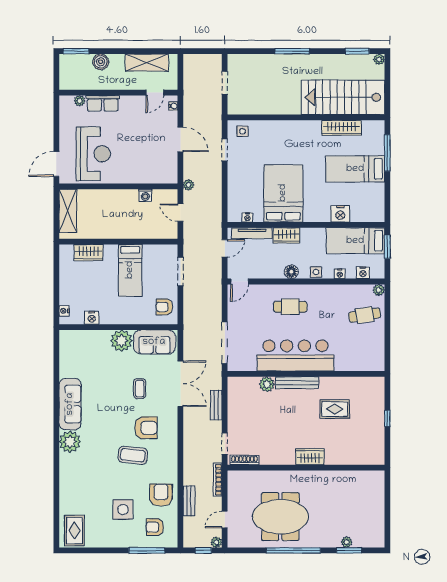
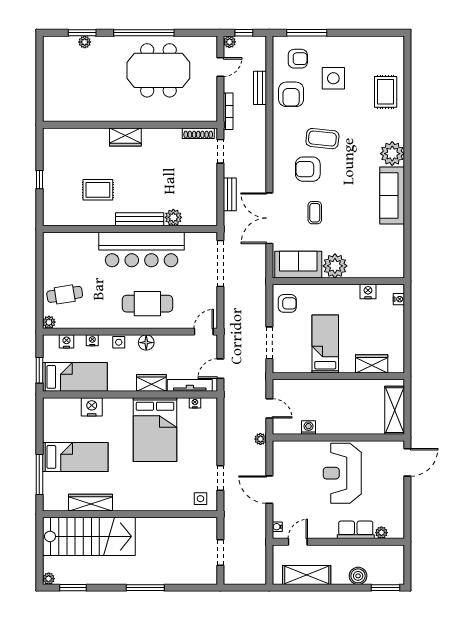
reception desk: (93, 154) -> (342, 473), moved
cafe table: (290, 307) -> (147, 304), width x1.37, depth x1.35
rug: (74, 531) -> (386, 92), moved

